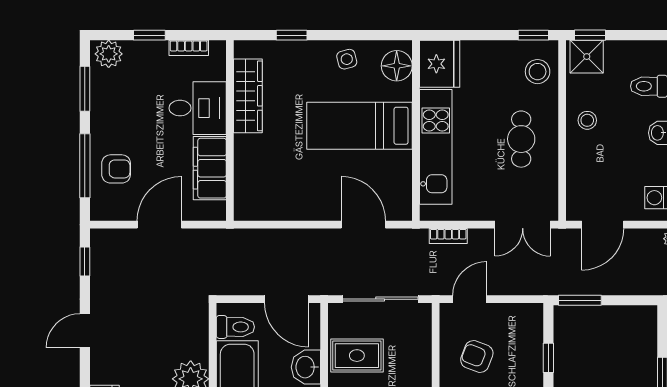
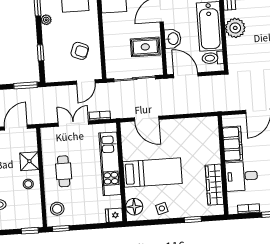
shower: (587, 57) -> (29, 161), moved
fridge: (440, 64) -> (114, 215), width x0.53, depth x0.75
double door: (523, 225) -> (73, 124), moved

